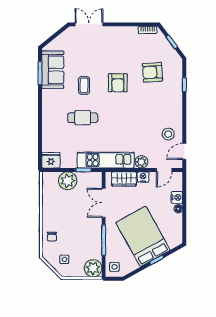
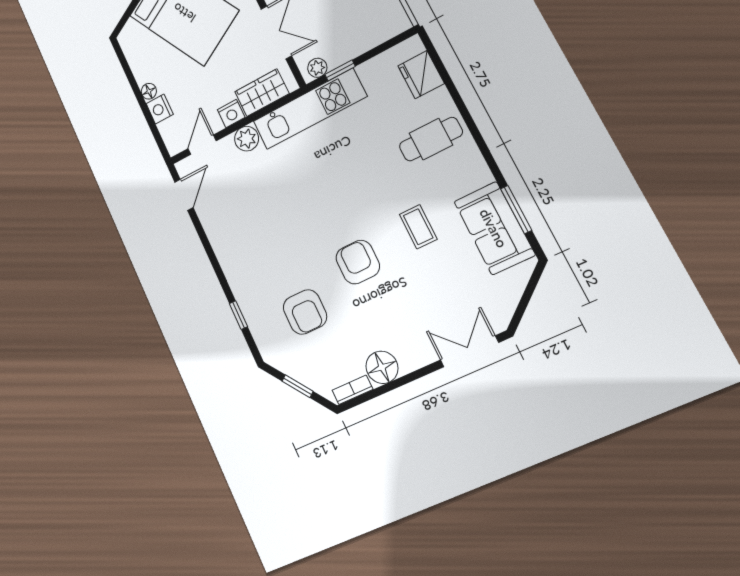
double door: (89, 24) -> (469, 351), swing flipped
floor lamp: (130, 34) -> (382, 367), added
armchair: (152, 72) -> (305, 312), turned 94
cafe table: (83, 118) -> (431, 139), moved
stool: (168, 134) -> (225, 212), removed
fridge: (51, 160) -> (421, 75), moved, turned 90
plant: (68, 181) -> (317, 68), moved, width x0.53, depth x0.53

